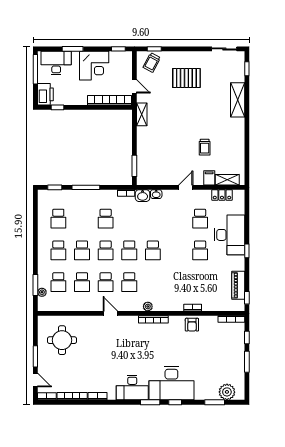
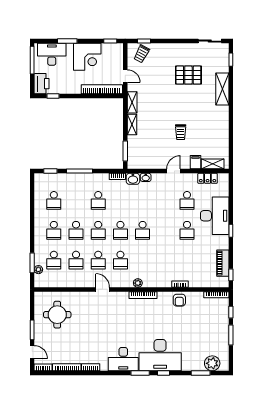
pallet: (186, 78) -> (188, 75), moved
shelving: (142, 138) -> (132, 124), added
trolley: (205, 147) -> (181, 132), moved

